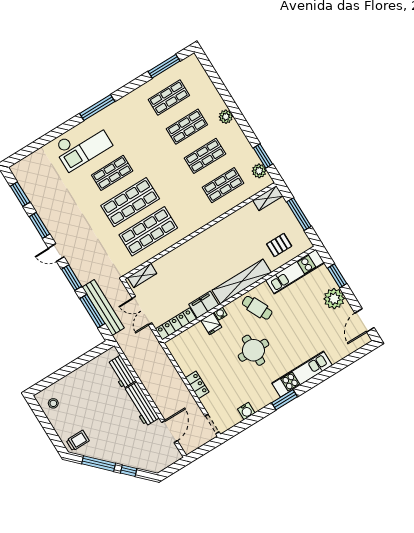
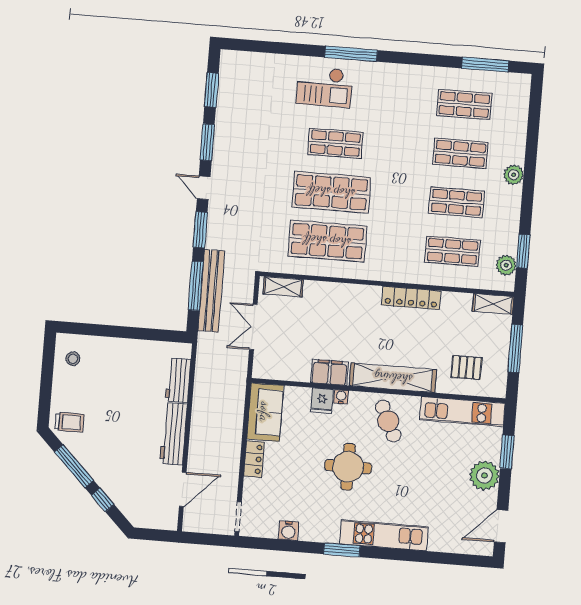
window: (97, 108) -> (351, 54), moved
checkout: (83, 145) -> (324, 87), width x0.73, depth x0.83
locker: (176, 324) -> (411, 298), moved, turned 180
sofa: (184, 354) -> (265, 412), added

